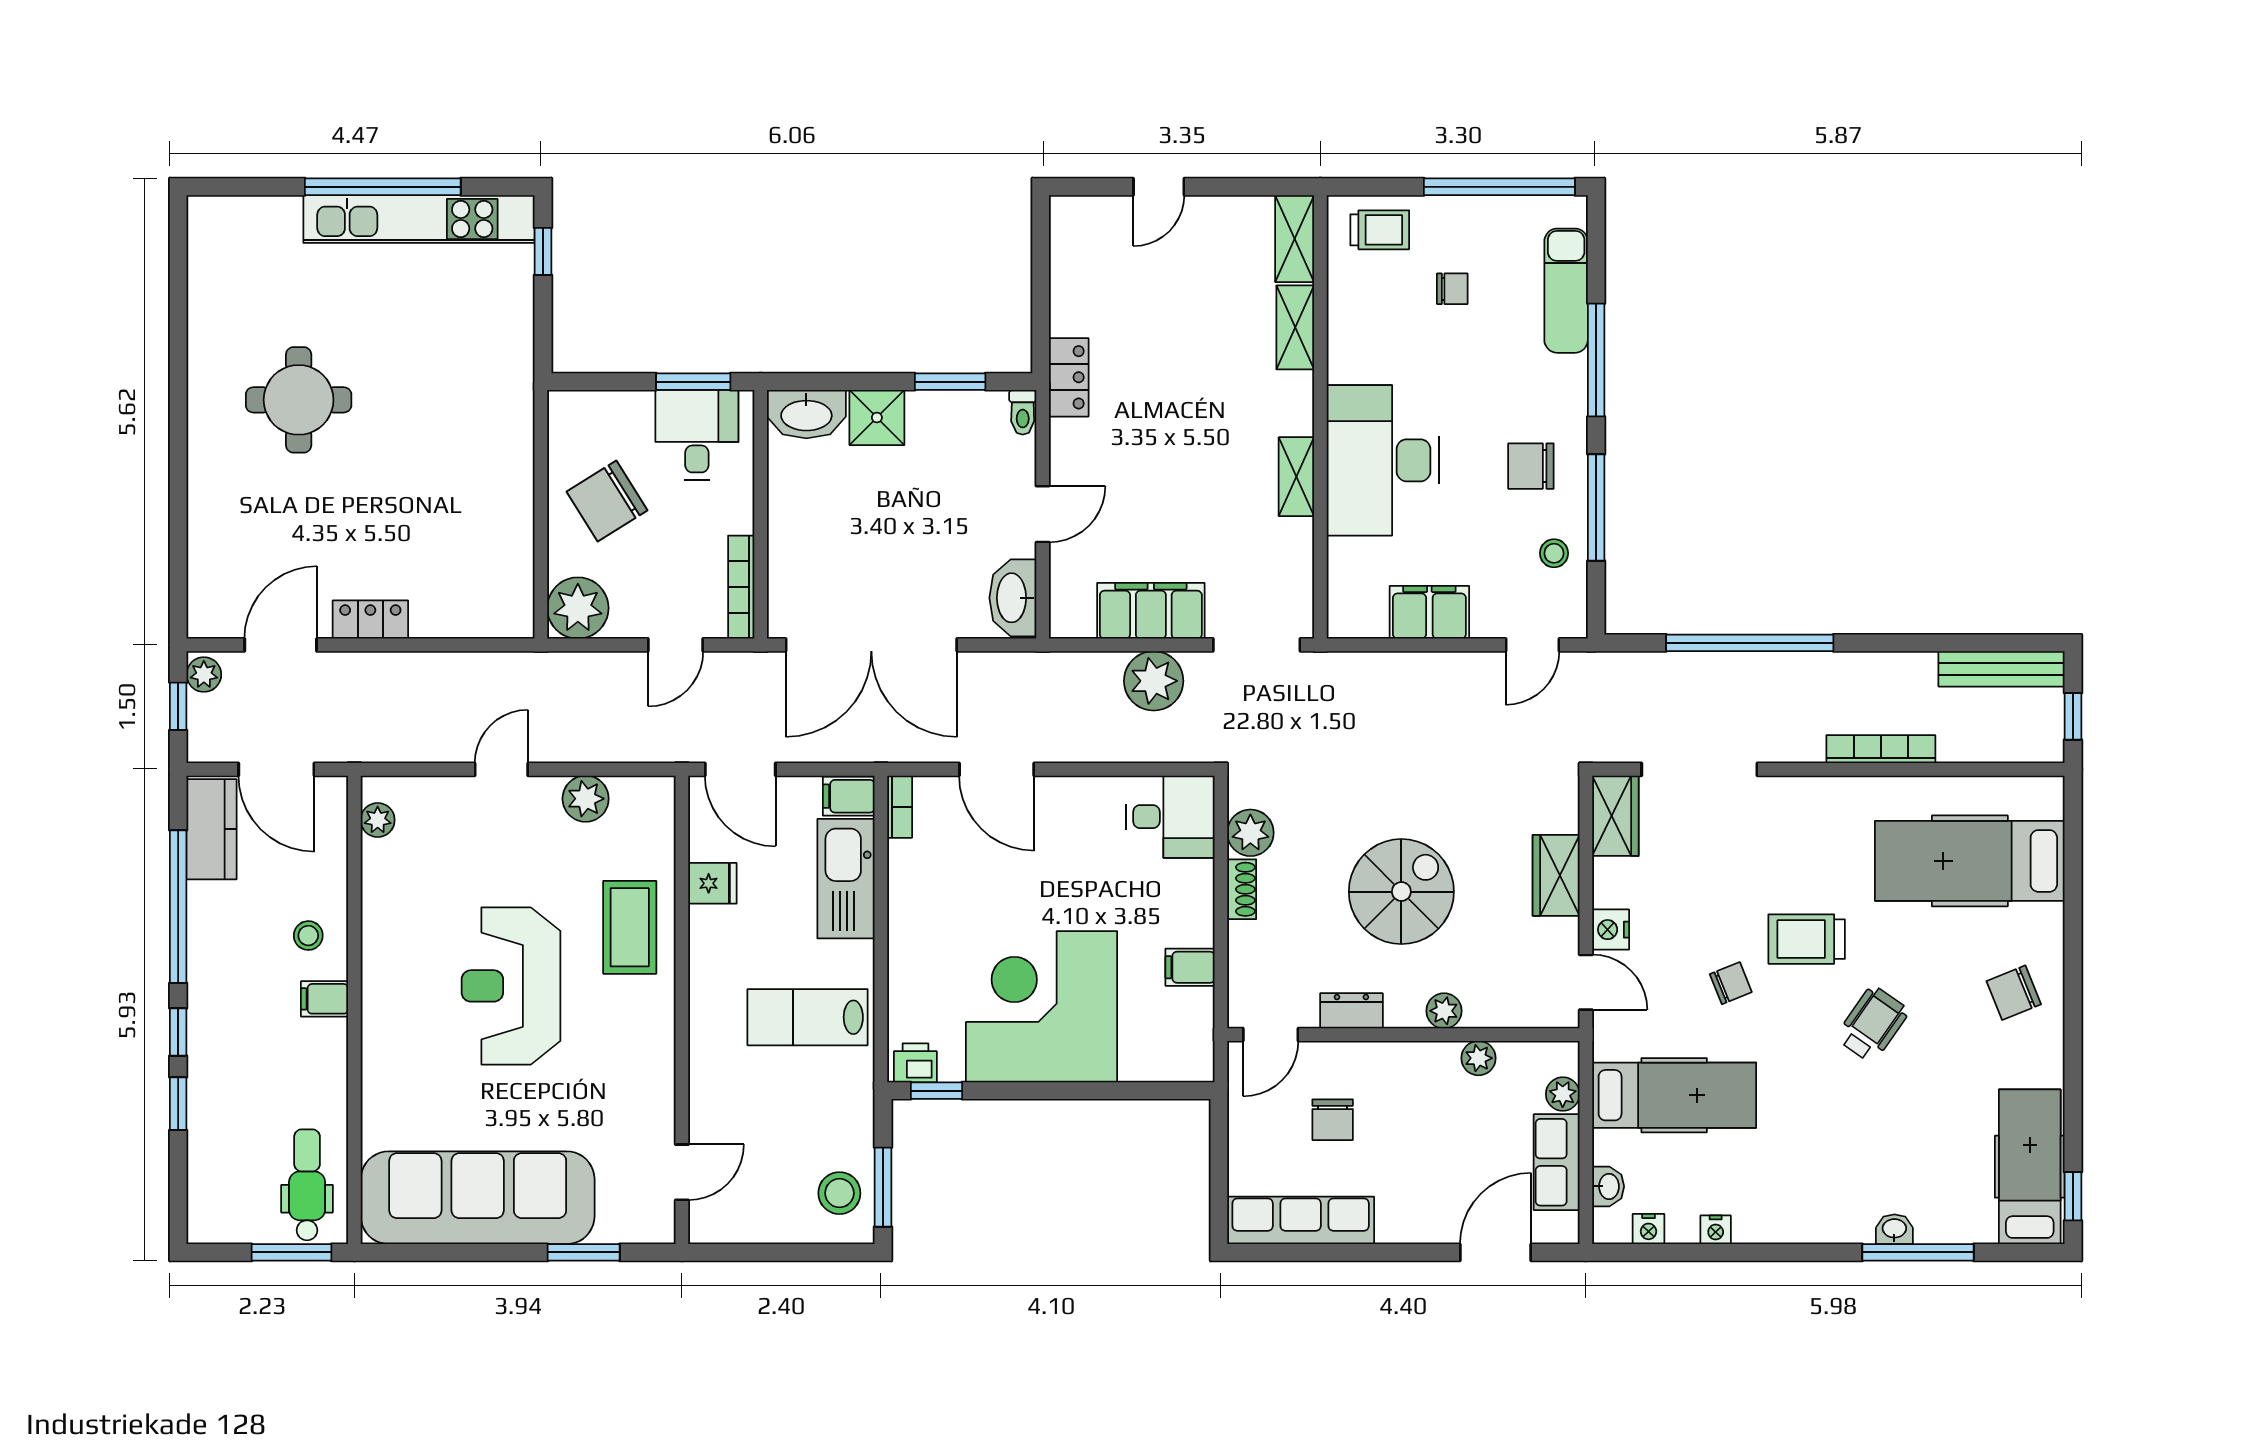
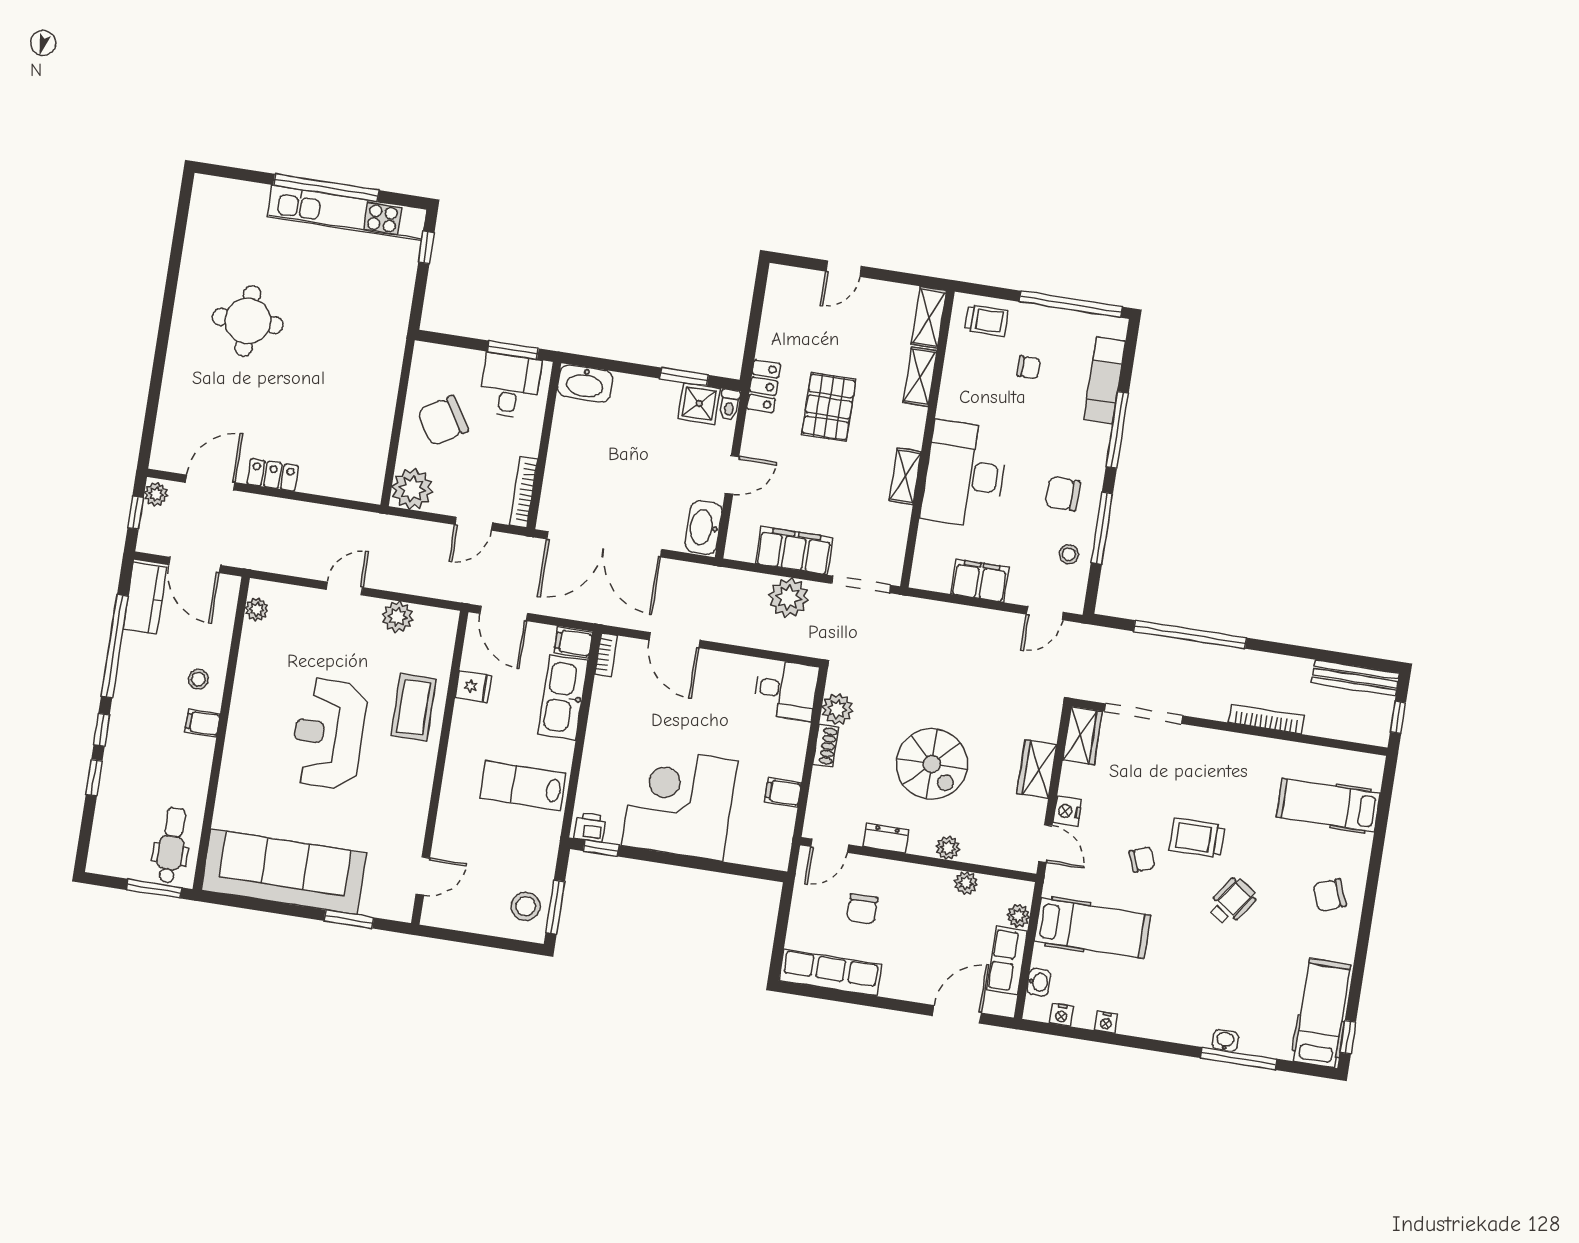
pallet: (1169, 393) -> (829, 407), added
shower: (877, 418) -> (699, 404), moved
hospital bed: (1970, 861) -> (1328, 805), width x0.73, depth x0.78
spiral stairs: (1401, 892) -> (932, 764), turned 90

